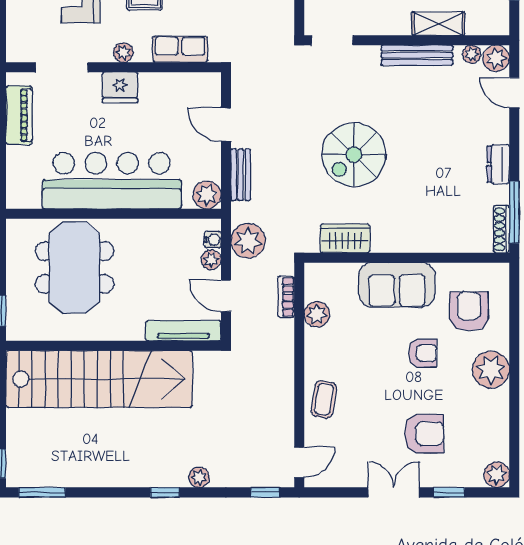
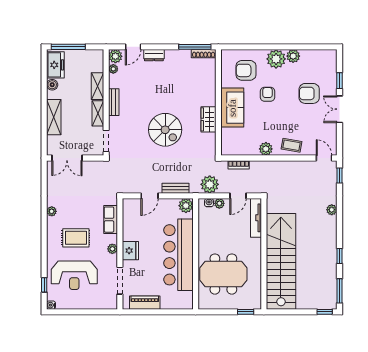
shelving: (386, 24) -> (98, 113), added
bench: (417, 55) -> (114, 102), width x0.73
dresser: (498, 164) -> (154, 55), moved
wardrobe: (345, 239) -> (208, 119), moved
plant: (317, 314) -> (266, 149), moved
armchair: (424, 434) -> (309, 93), turned -90
plant: (497, 475) -> (293, 56), moved
window: (165, 492) -> (339, 256), moved

